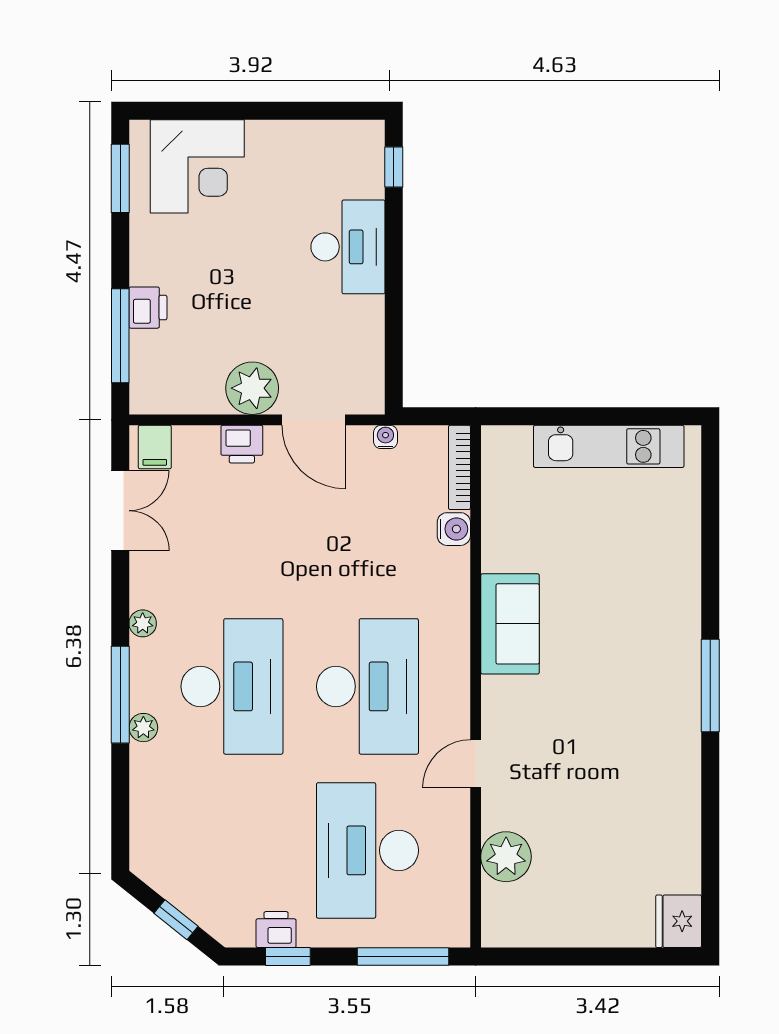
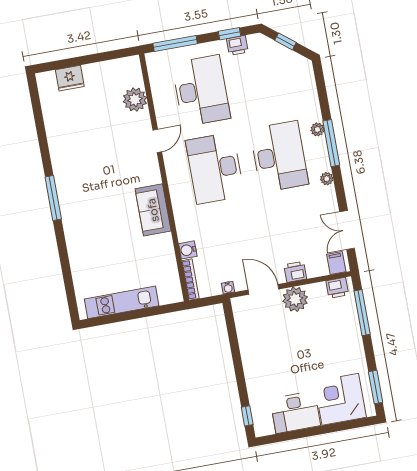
desk: (348, 247) -> (295, 412), moved, turned -90
printer: (148, 308) -> (337, 288), moved, turned -90
desk: (232, 686) -> (279, 156), turned 180
fridge: (679, 921) -> (70, 78), moved, turned 90

